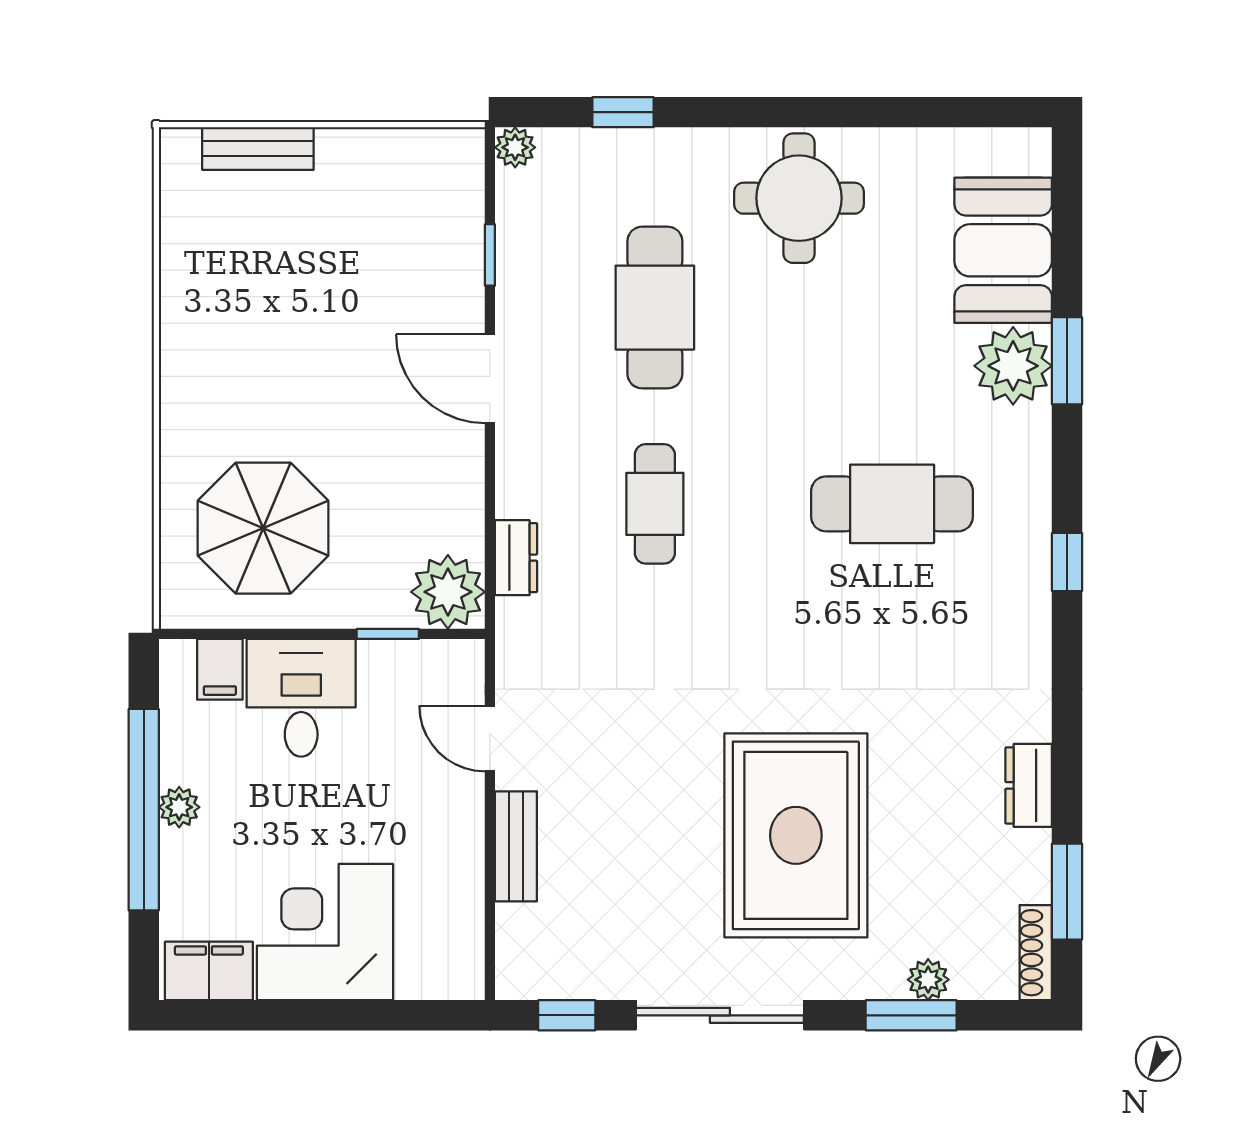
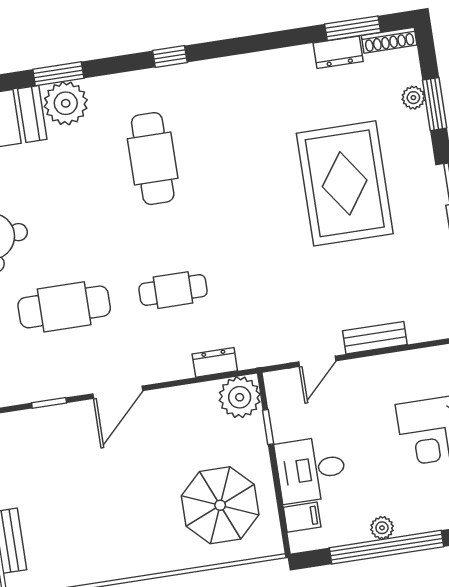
dresser: (1029, 785) -> (338, 52), moved
rug: (796, 835) -> (345, 183), turned 90

